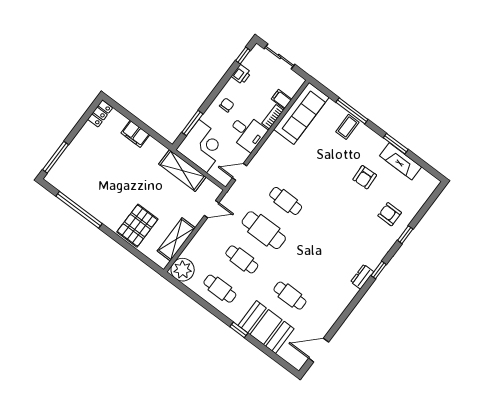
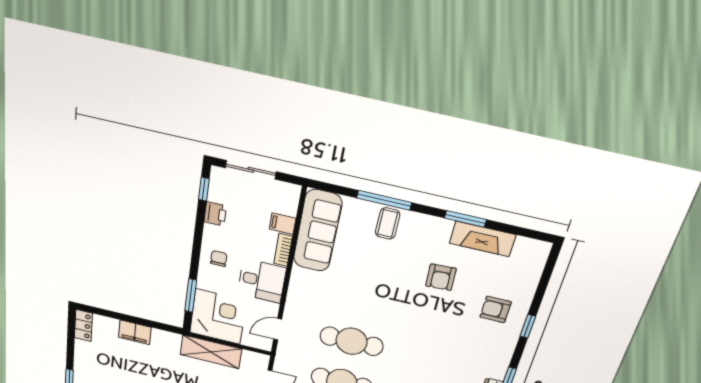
cafe table: (286, 201) -> (352, 341), width x1.37, depth x1.35

